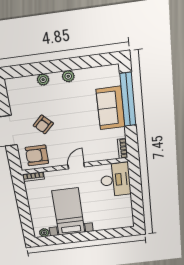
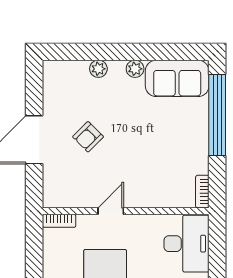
sofa: (111, 108) -> (177, 78), moved, turned -90
armchair: (37, 155) -> (70, 186), removed
door: (76, 166) -> (111, 211), moved

